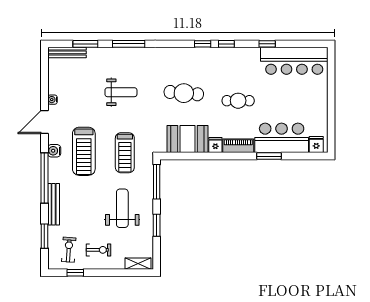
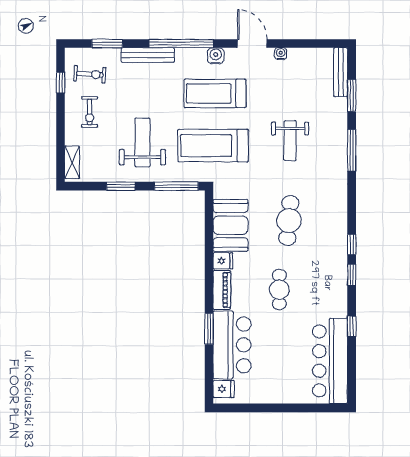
treadmill: (125, 153) -> (213, 146), width x1.37, depth x1.38
weight bench: (122, 208) -> (142, 142), turned -90

